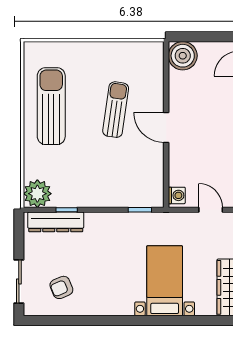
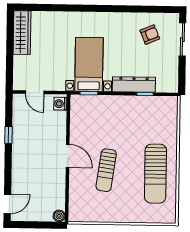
boiler: (183, 56) -> (59, 216), width x0.54, depth x0.54
plant: (37, 194) -> (167, 107), removed
dresser: (56, 222) -> (134, 84), moved
bed with nightstands: (165, 281) -> (89, 64), moved, turned 180

